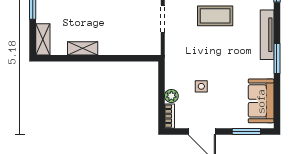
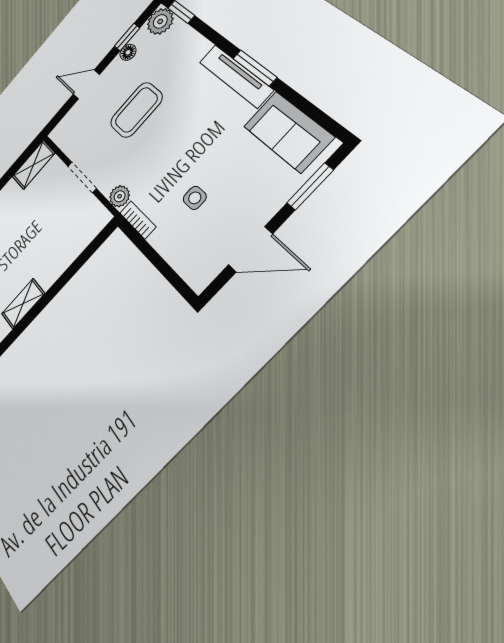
tv unit: (267, 35) -> (236, 76), moved
plant: (171, 96) -> (120, 196), moved
bookcase: (170, 116) -> (138, 220), moved

